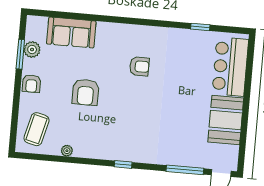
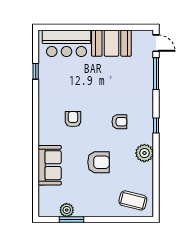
sofa: (71, 32) -> (50, 165), moved
armchair: (31, 84) -> (119, 122), moved
plant: (67, 151) -> (144, 153), moved, width x1.87, depth x1.87

